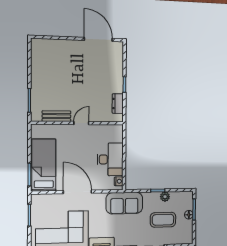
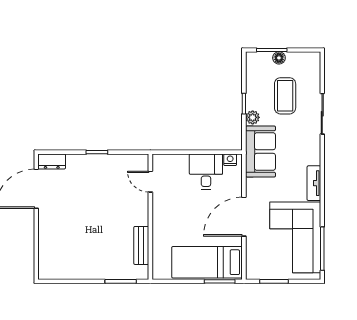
dresser: (118, 104) -> (52, 161), moved
door: (81, 123) -> (150, 182), moved
desk: (110, 159) -> (206, 172), width x0.73
plant: (165, 197) -> (253, 117), moved

